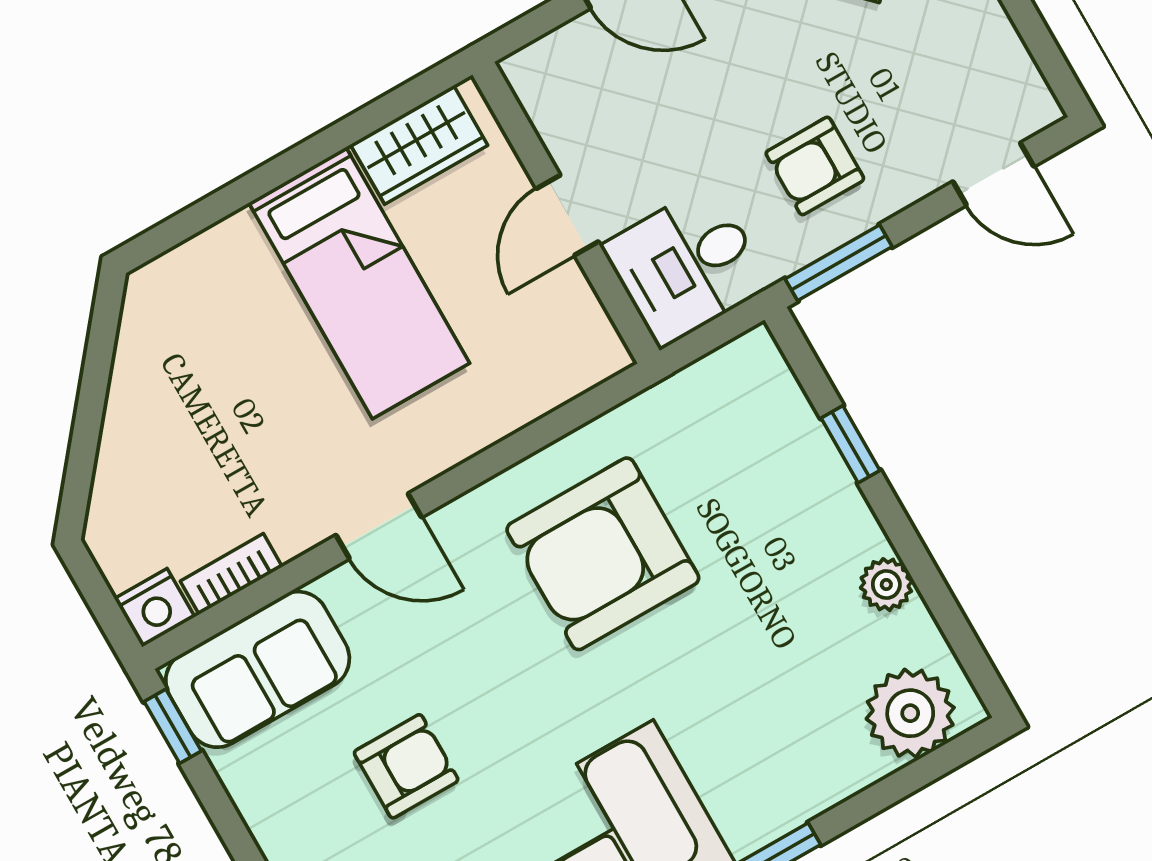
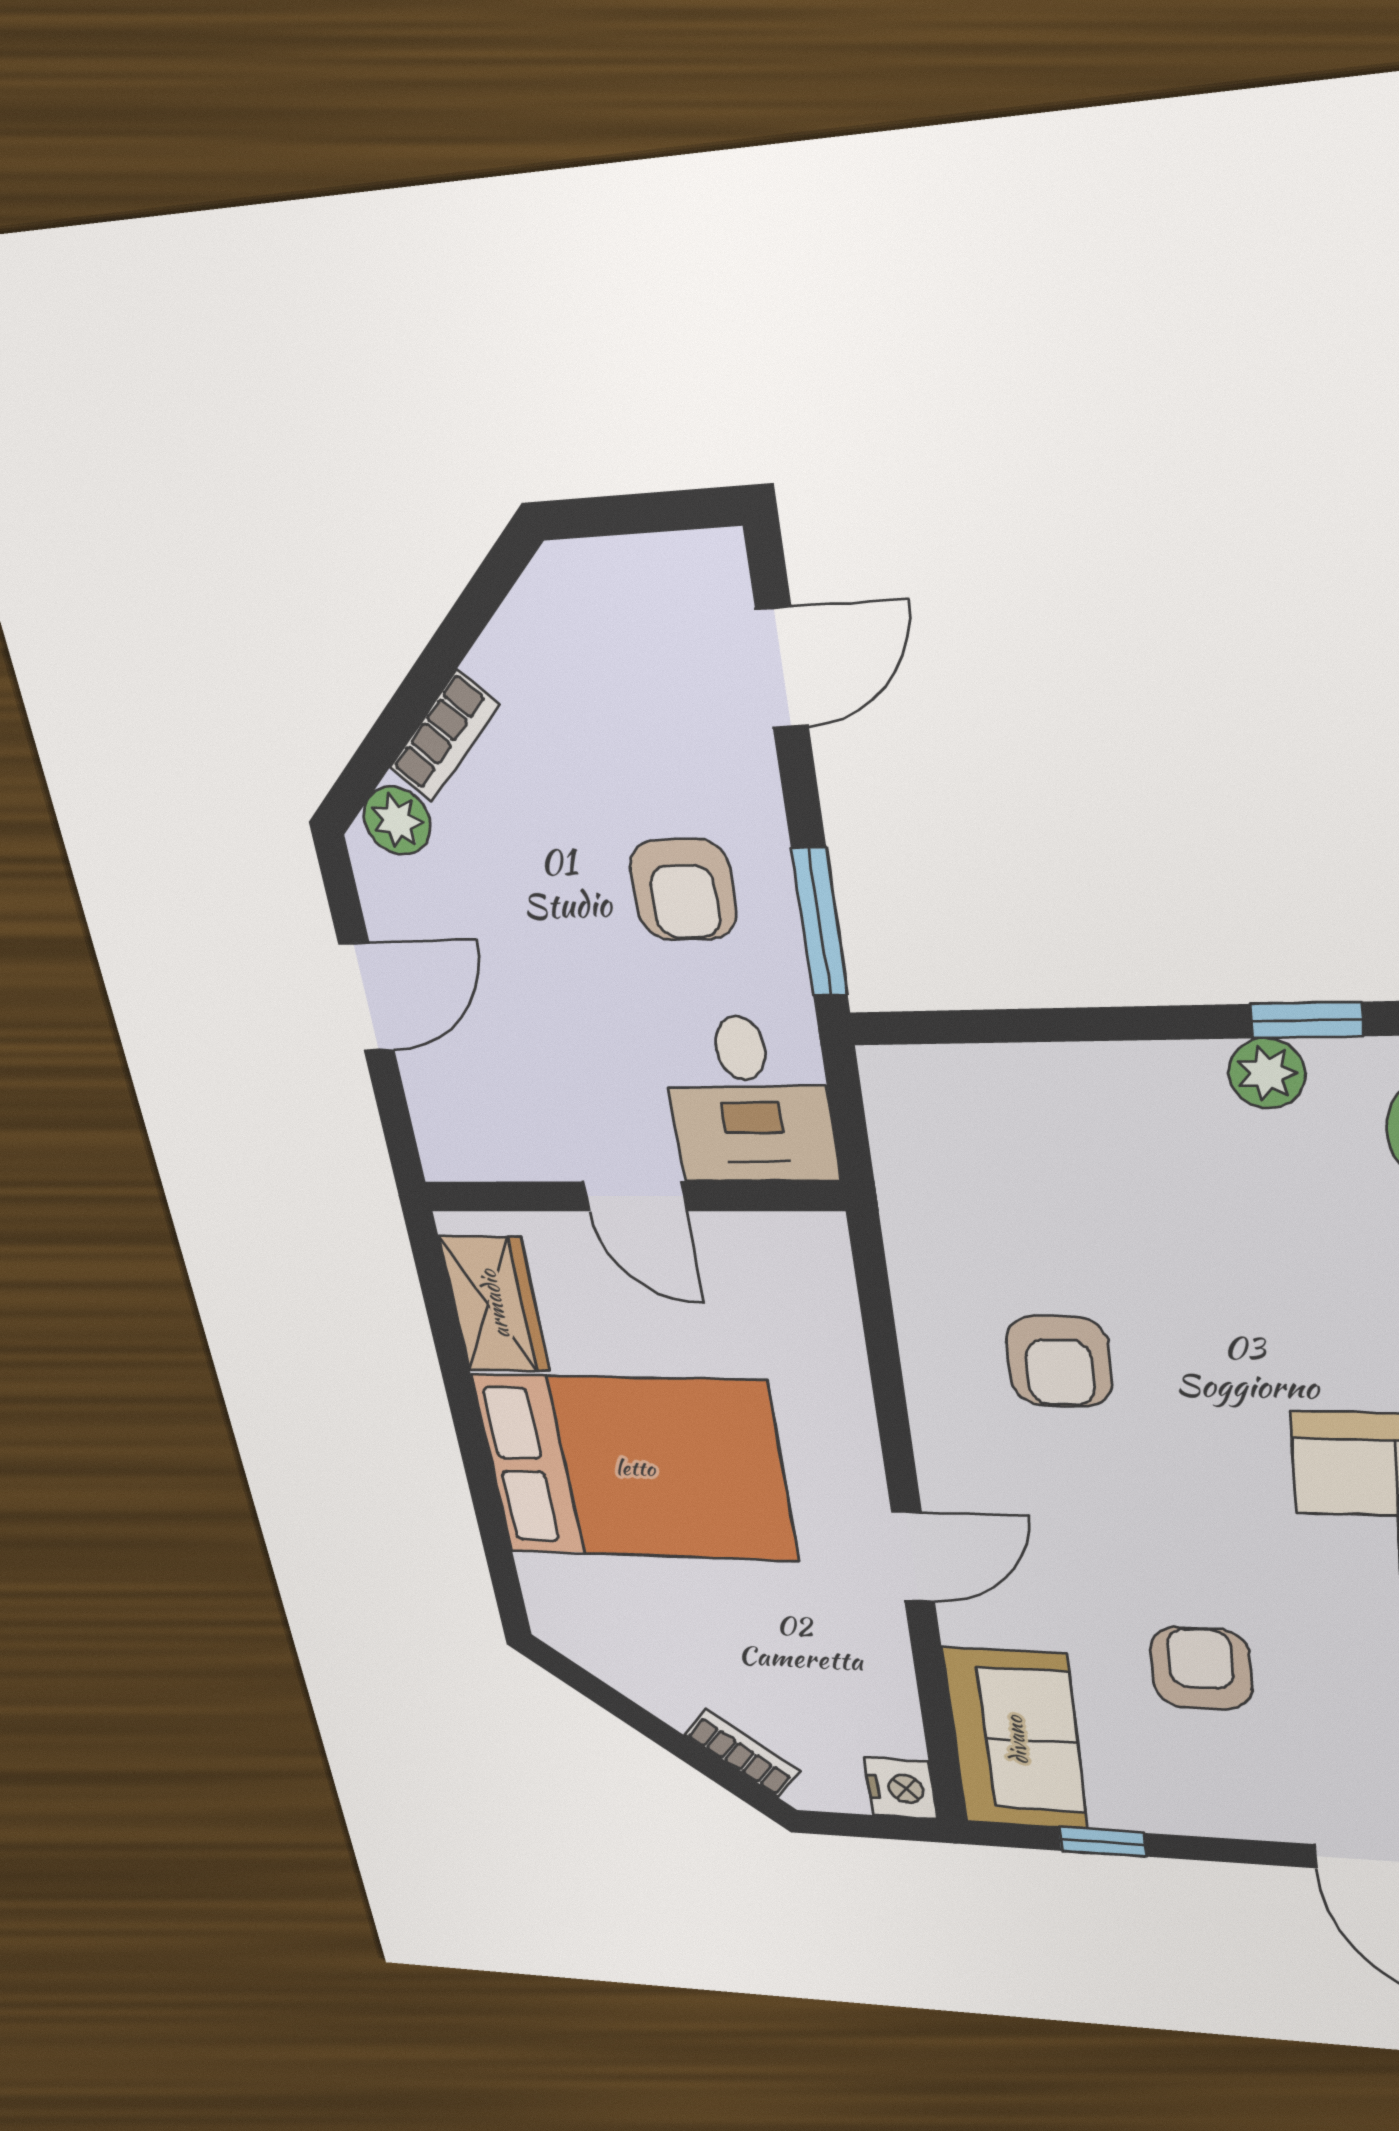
bed: (359, 283) -> (635, 1468), width x1.50
window: (851, 444) -> (1306, 1020), moved
armchair: (603, 554) -> (1059, 1362), width x0.53, depth x0.53
bookcase: (231, 574) -> (742, 1753), moved, turned 129
window: (173, 726) -> (1102, 1842), moved

